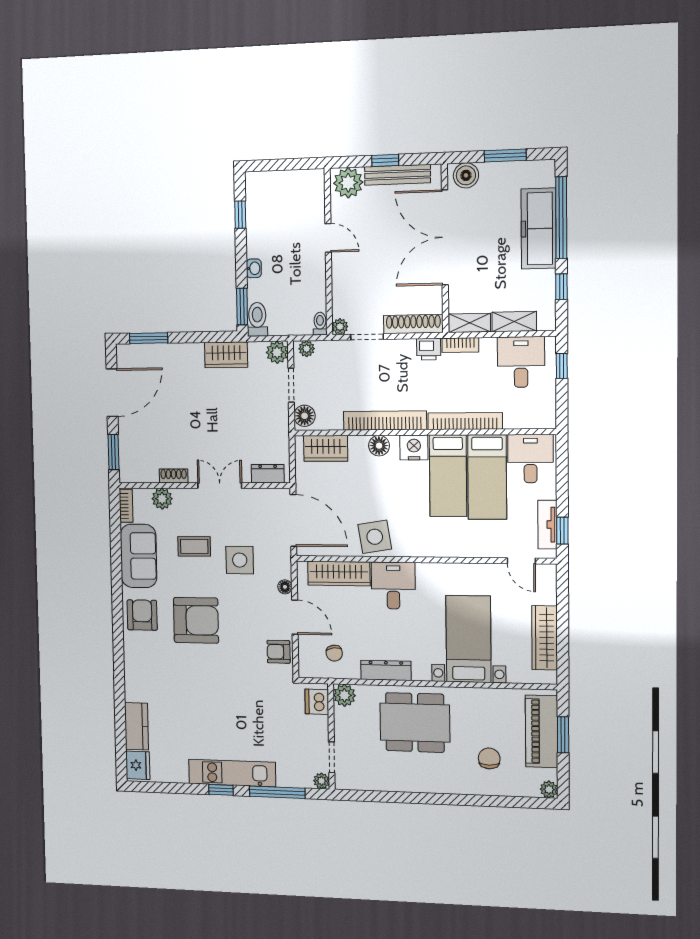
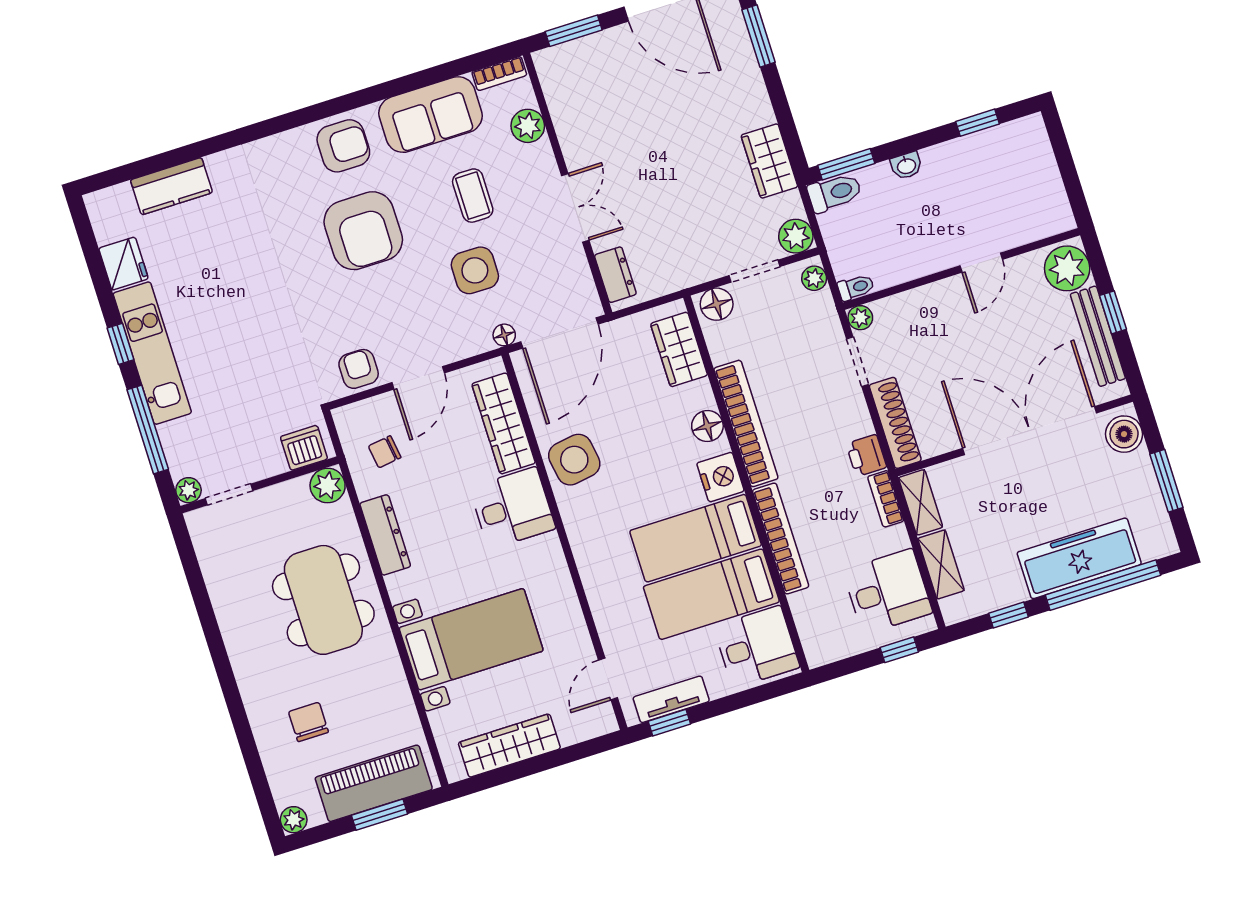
shoe rack: (174, 476) -> (567, 134), removed
floor lamp: (285, 587) -> (504, 335), moved
chair: (489, 758) -> (308, 722), turned -90
fridge: (138, 765) -> (123, 264), moved, turned -90

